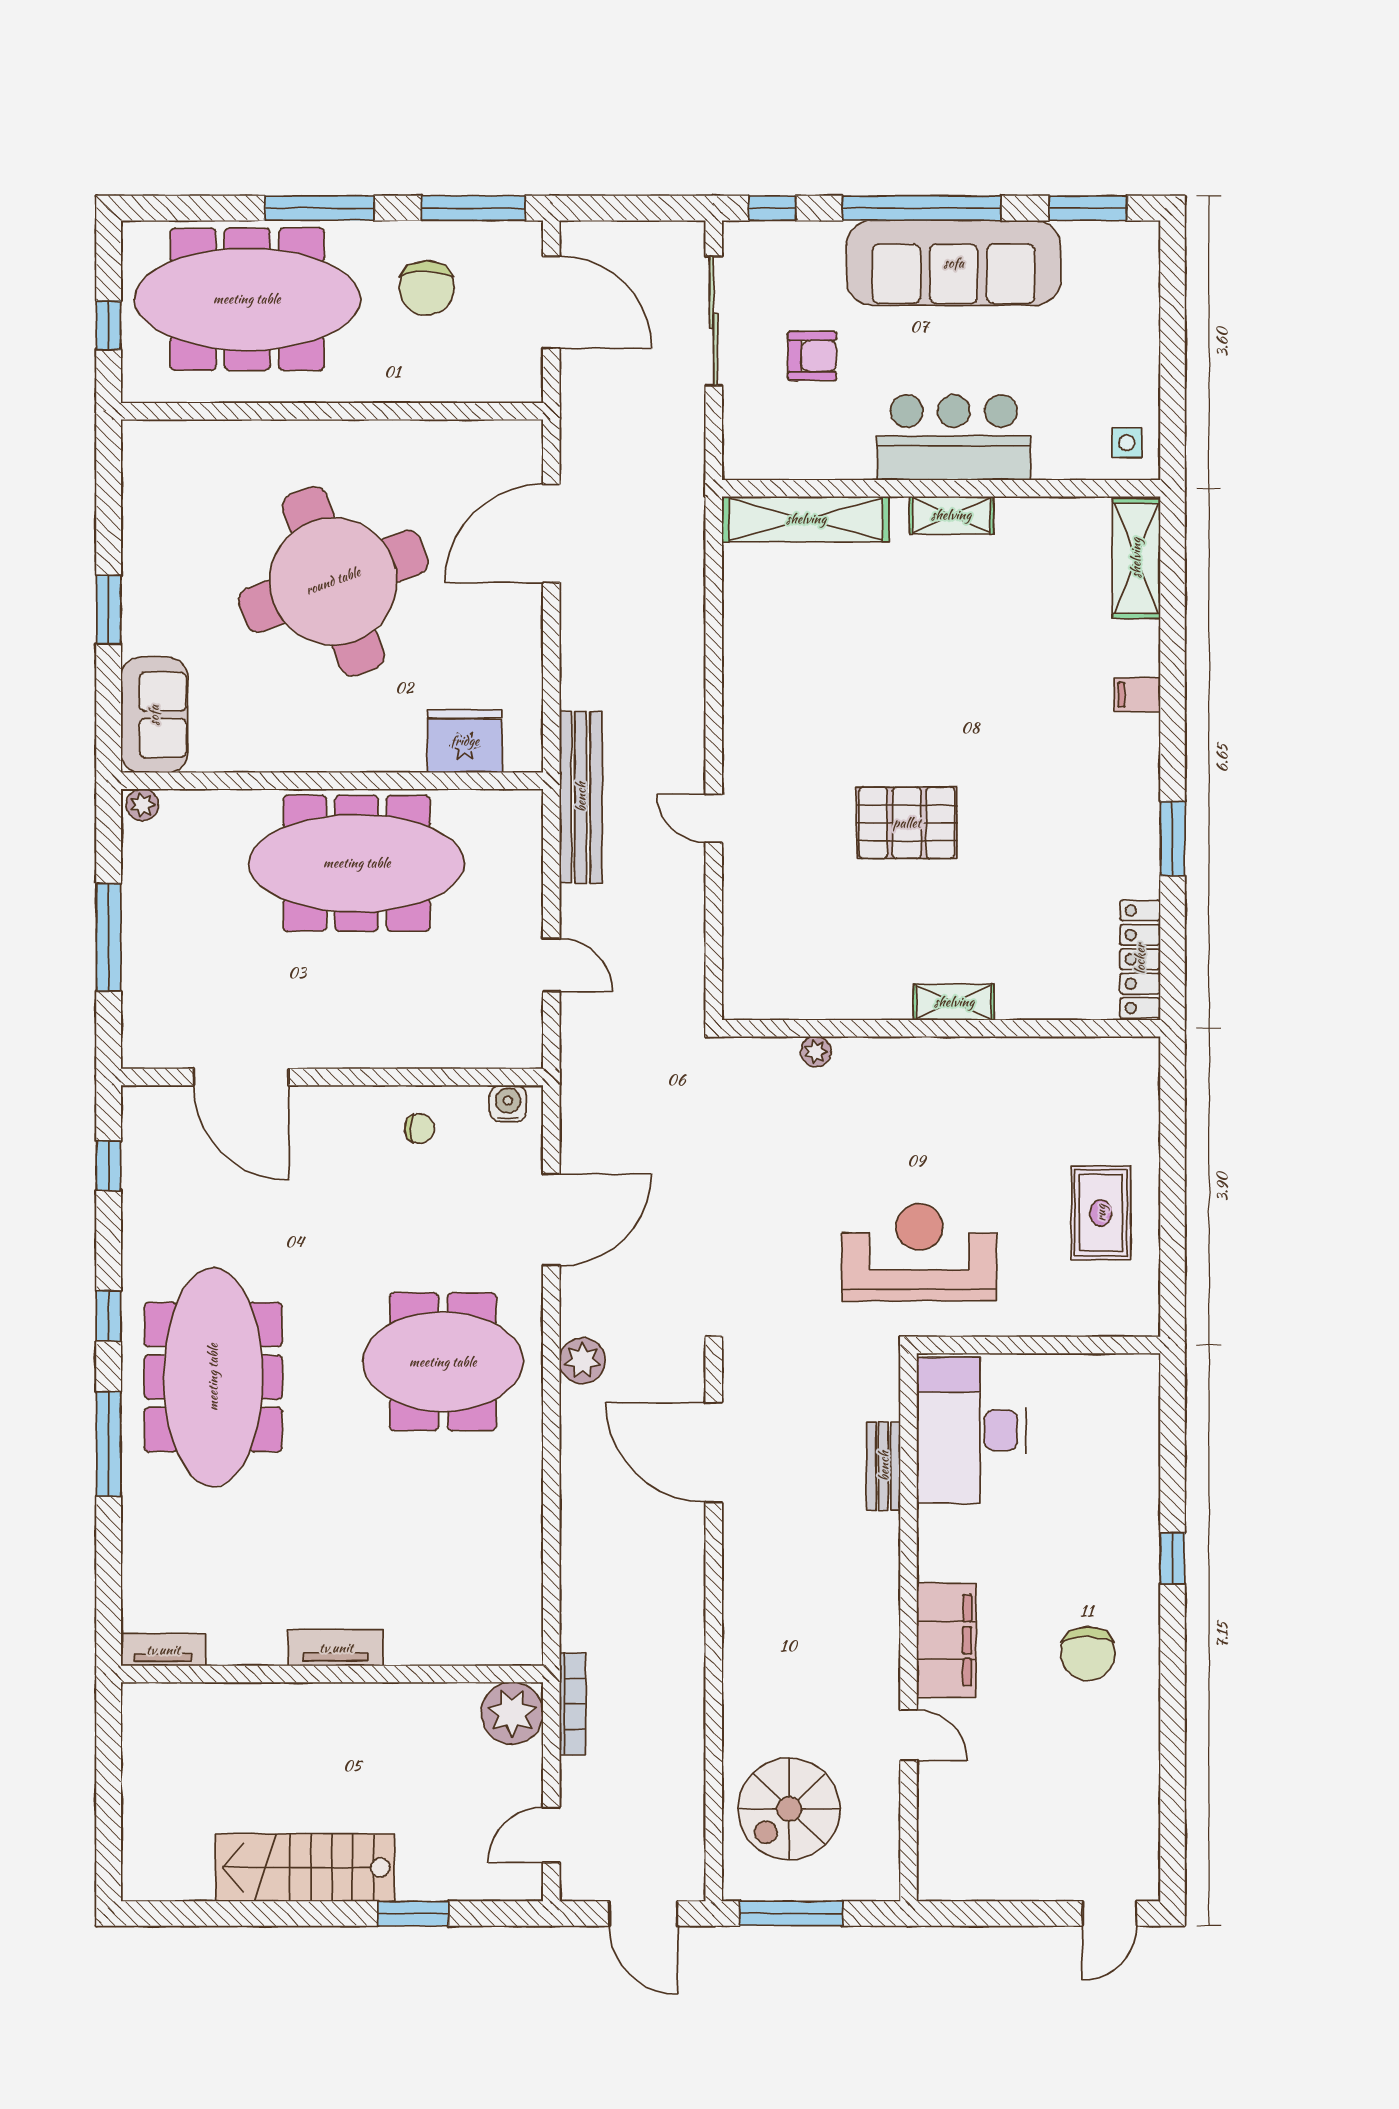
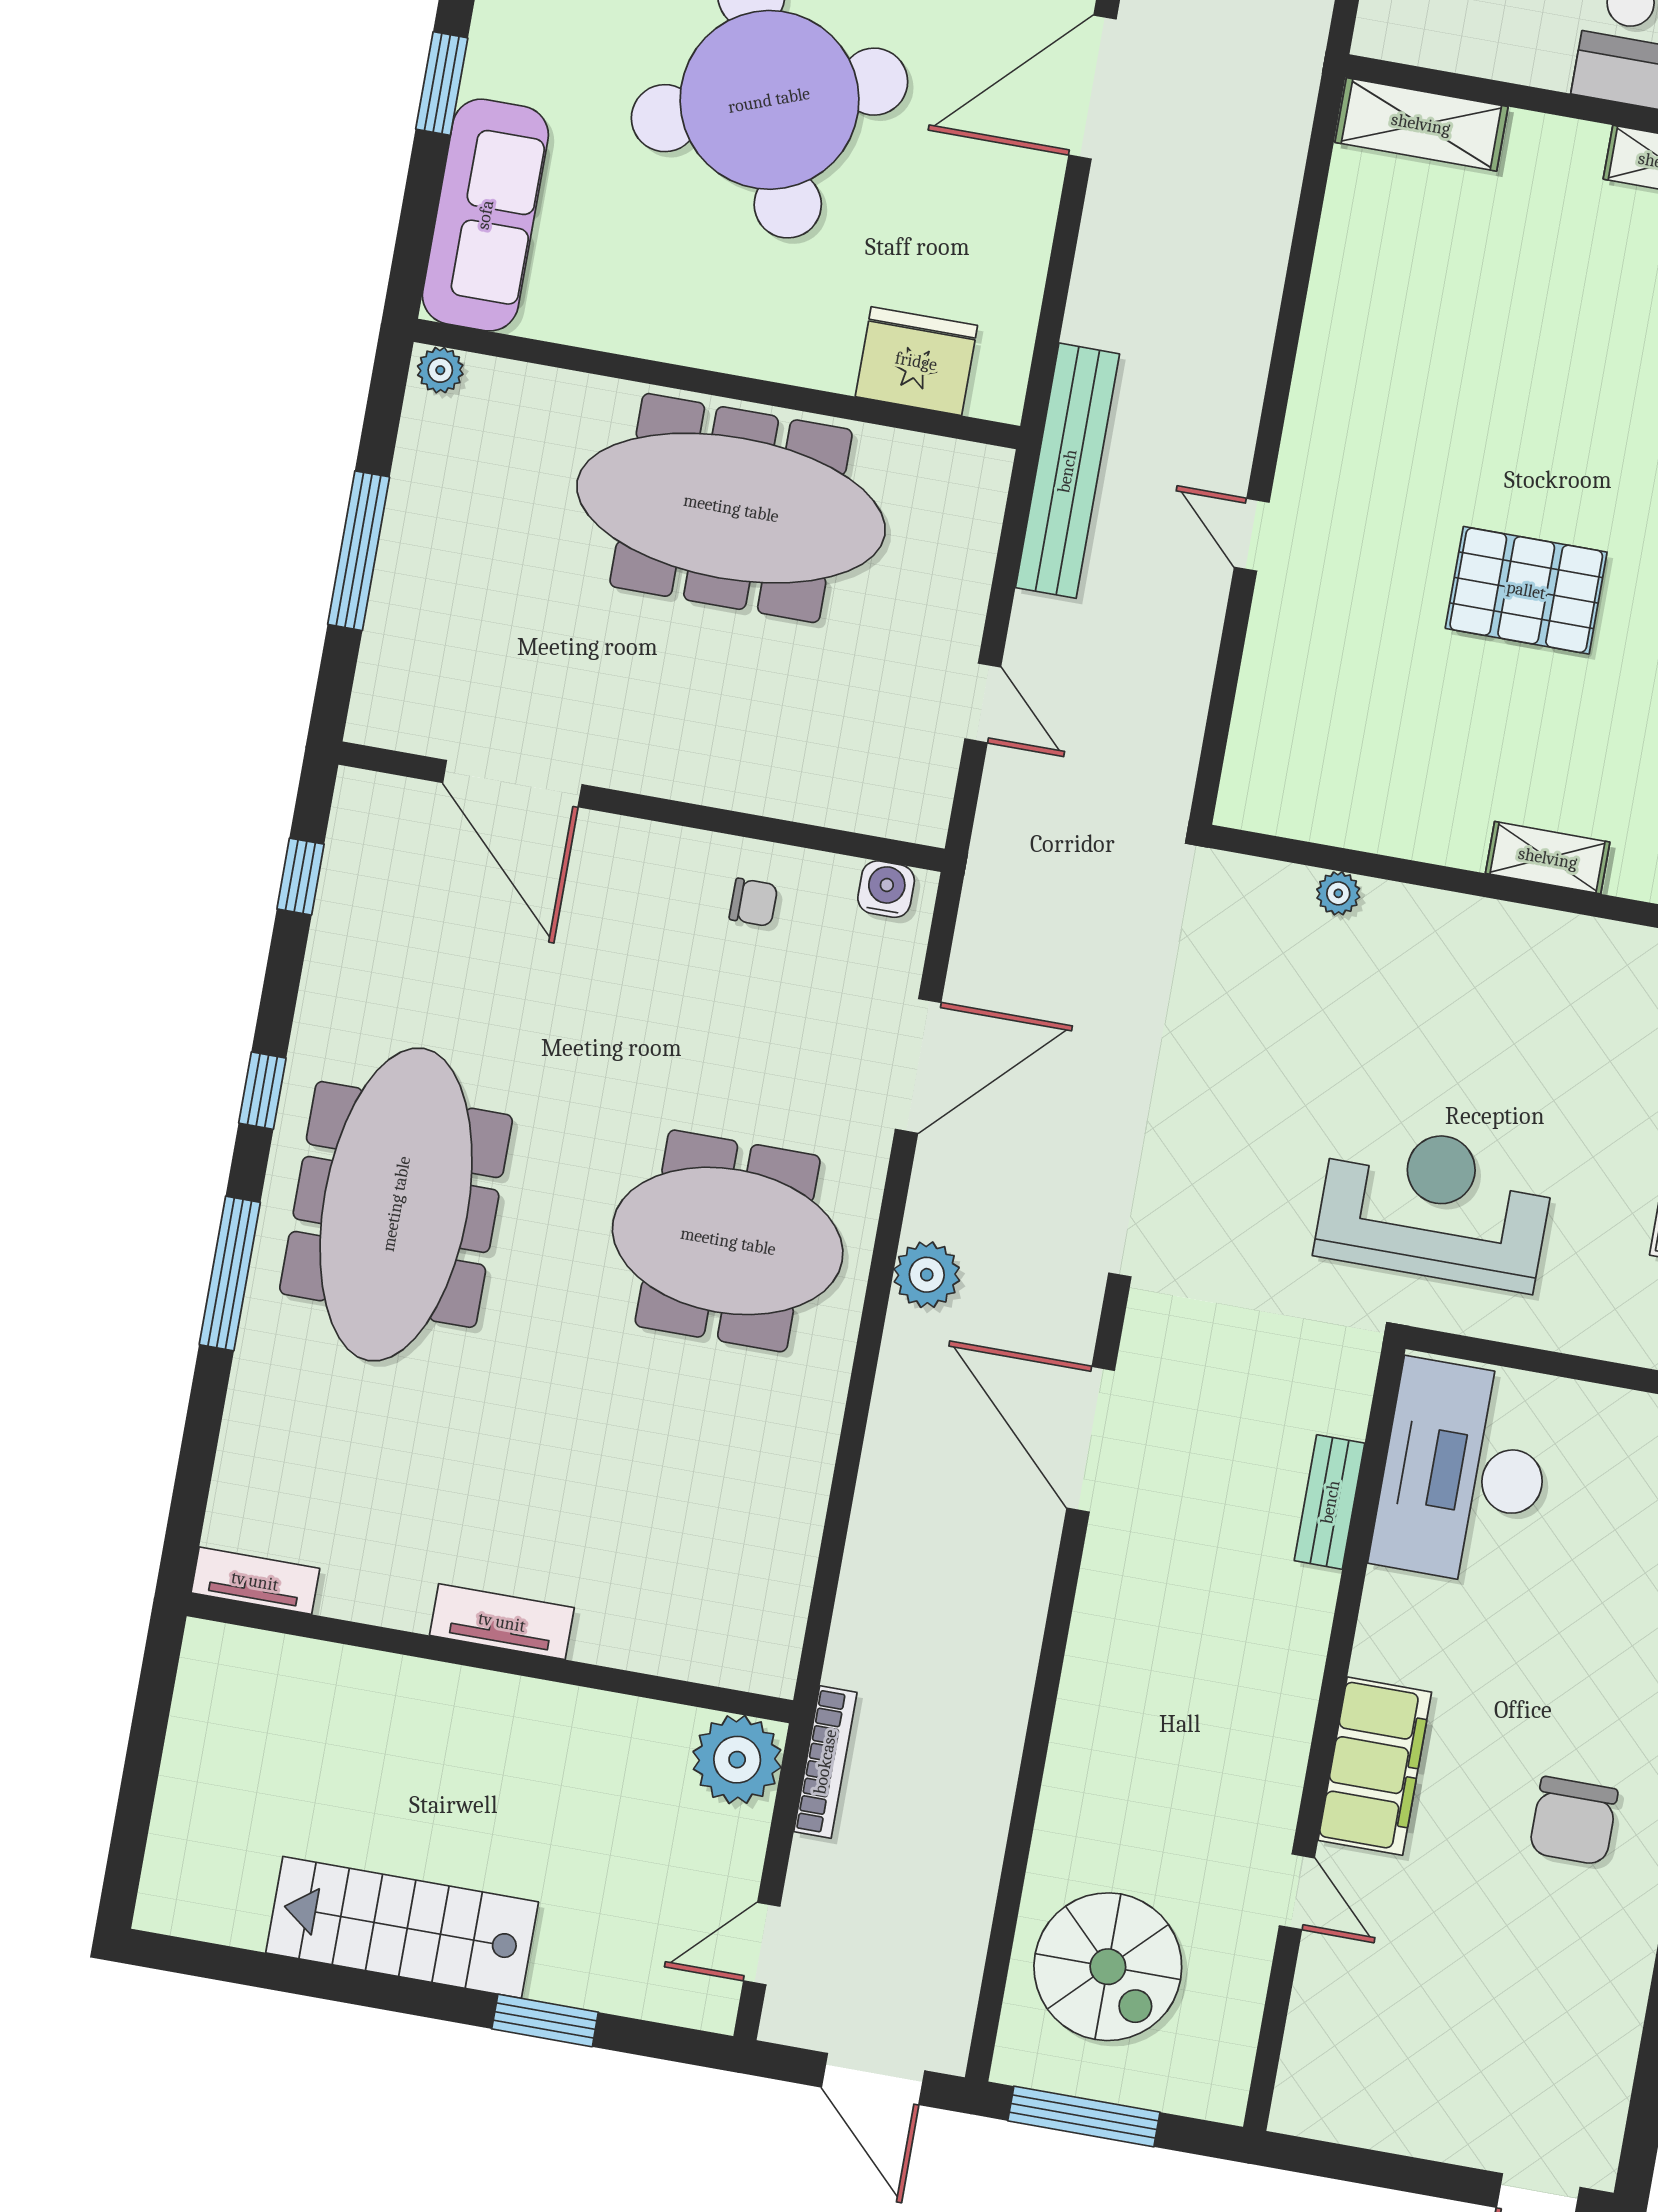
shelving: (806, 519) -> (1421, 124), width x0.68
sofa: (154, 715) -> (485, 215), width x1.36
spiral stairs: (789, 1809) -> (1108, 1967), turned -90

